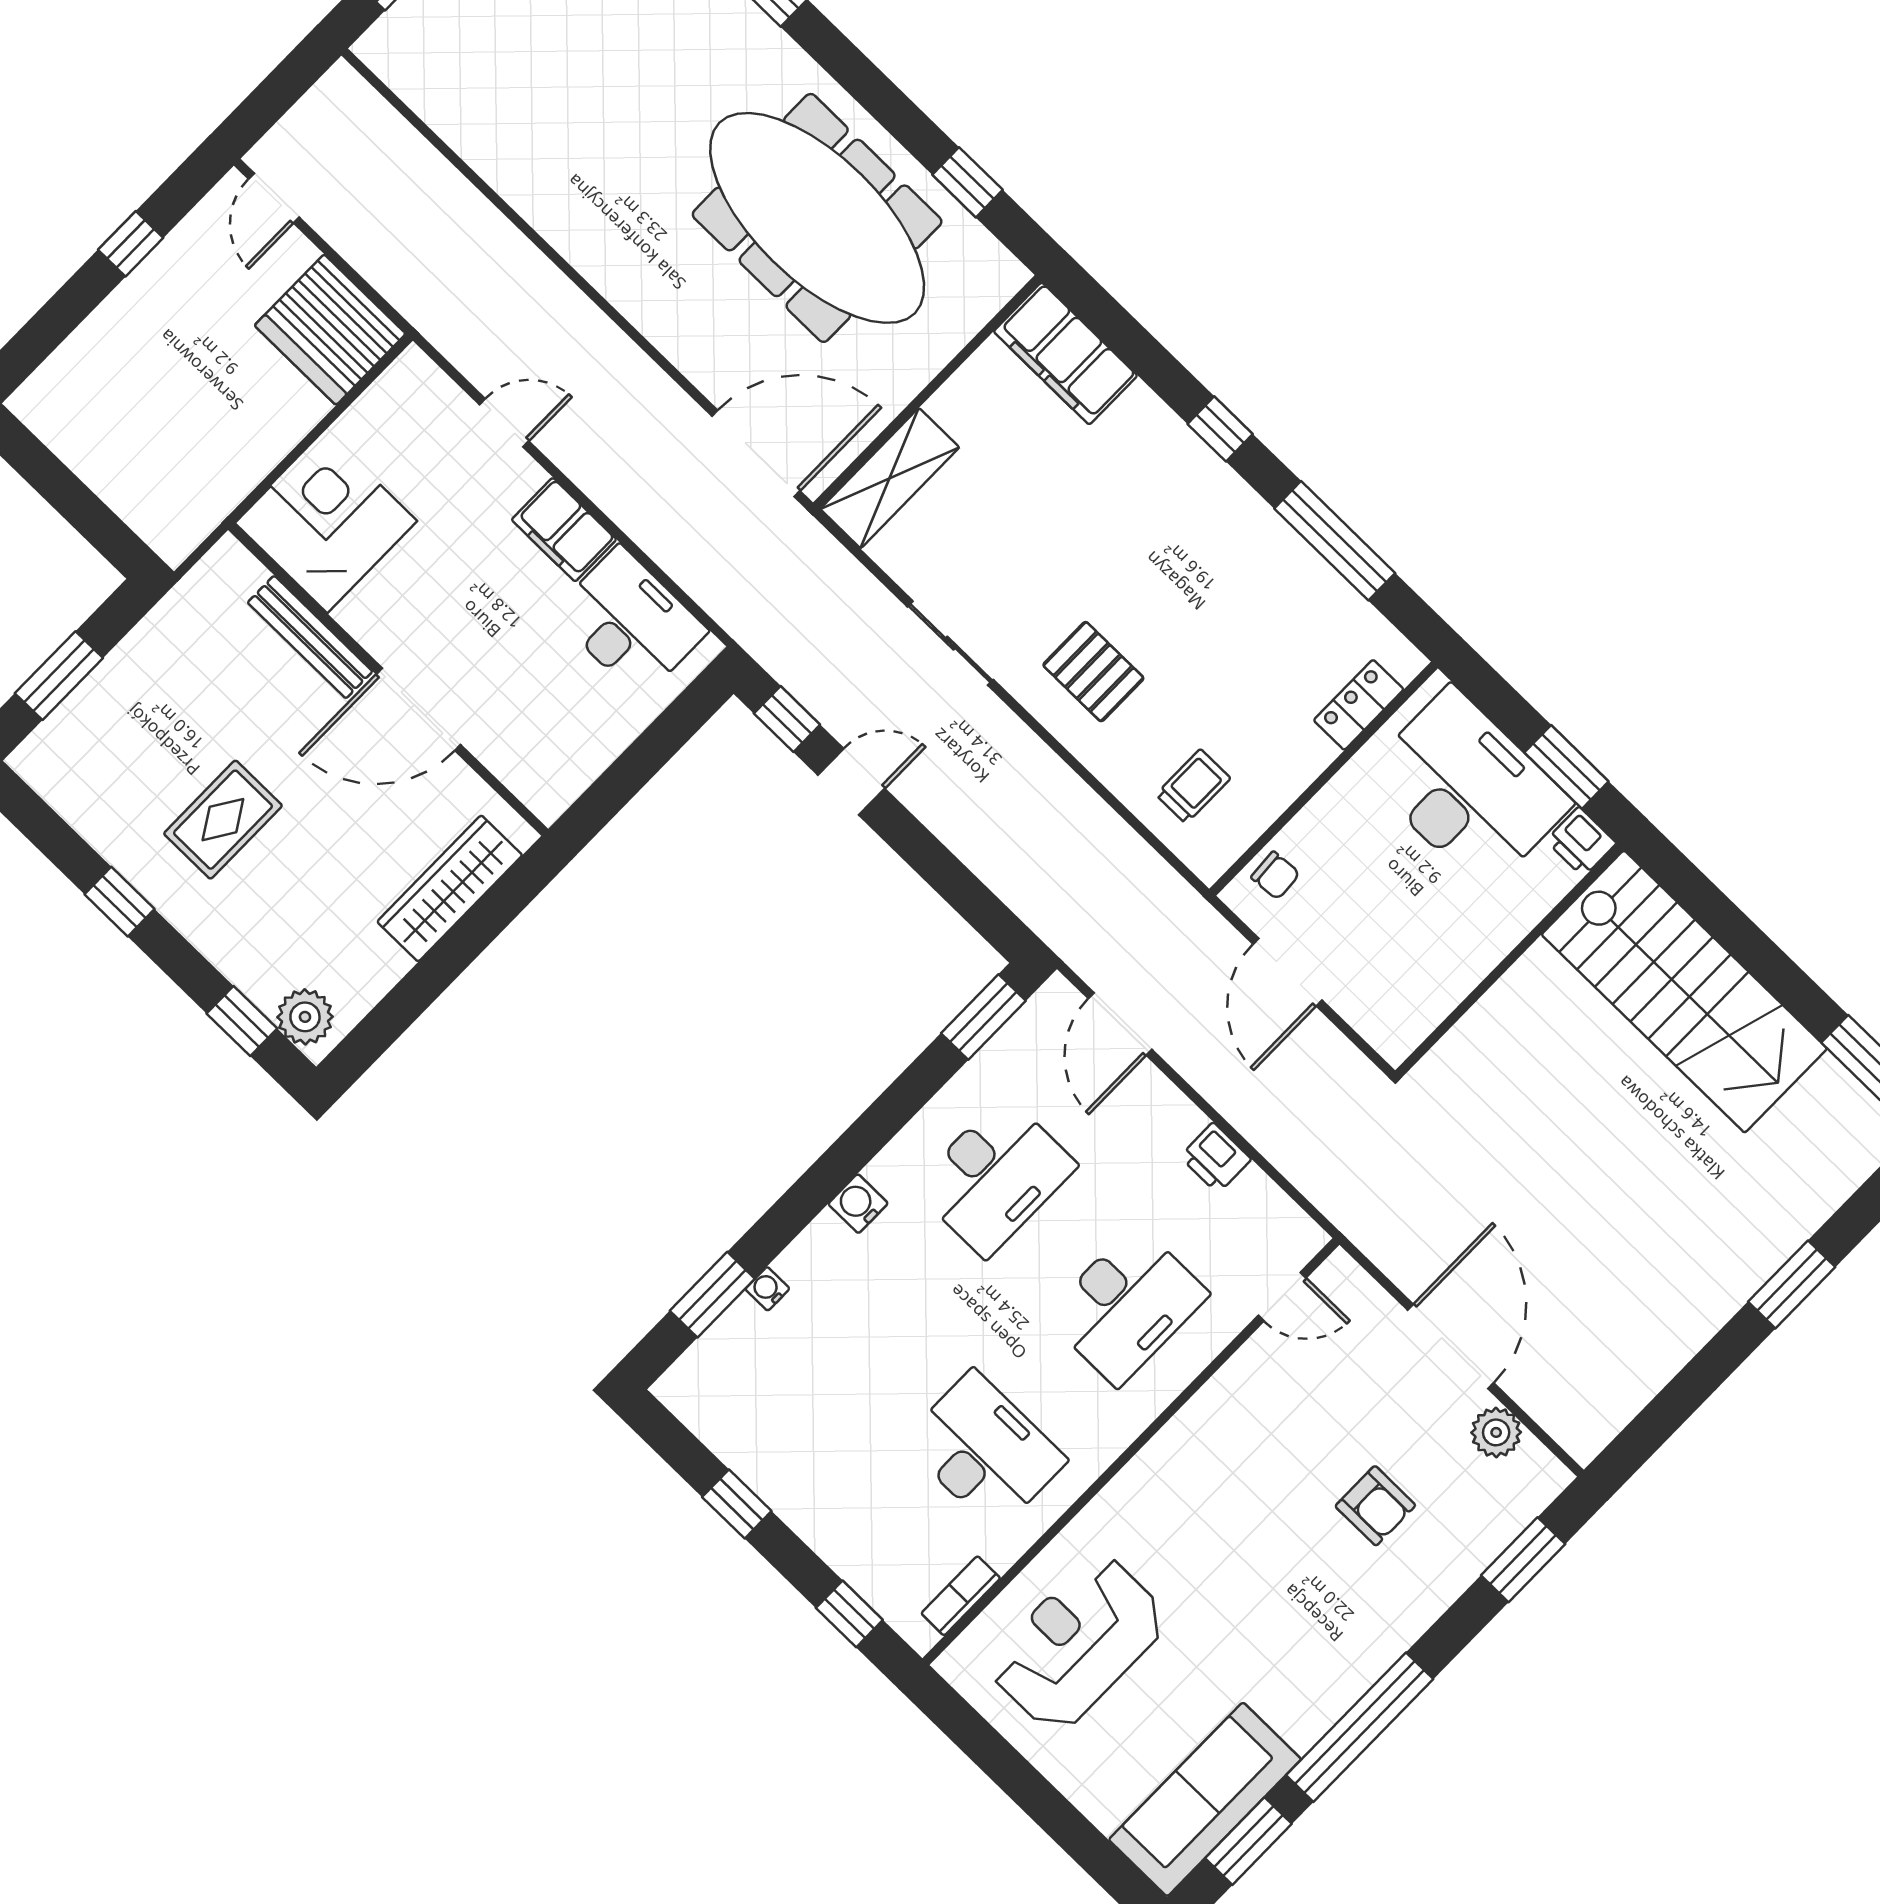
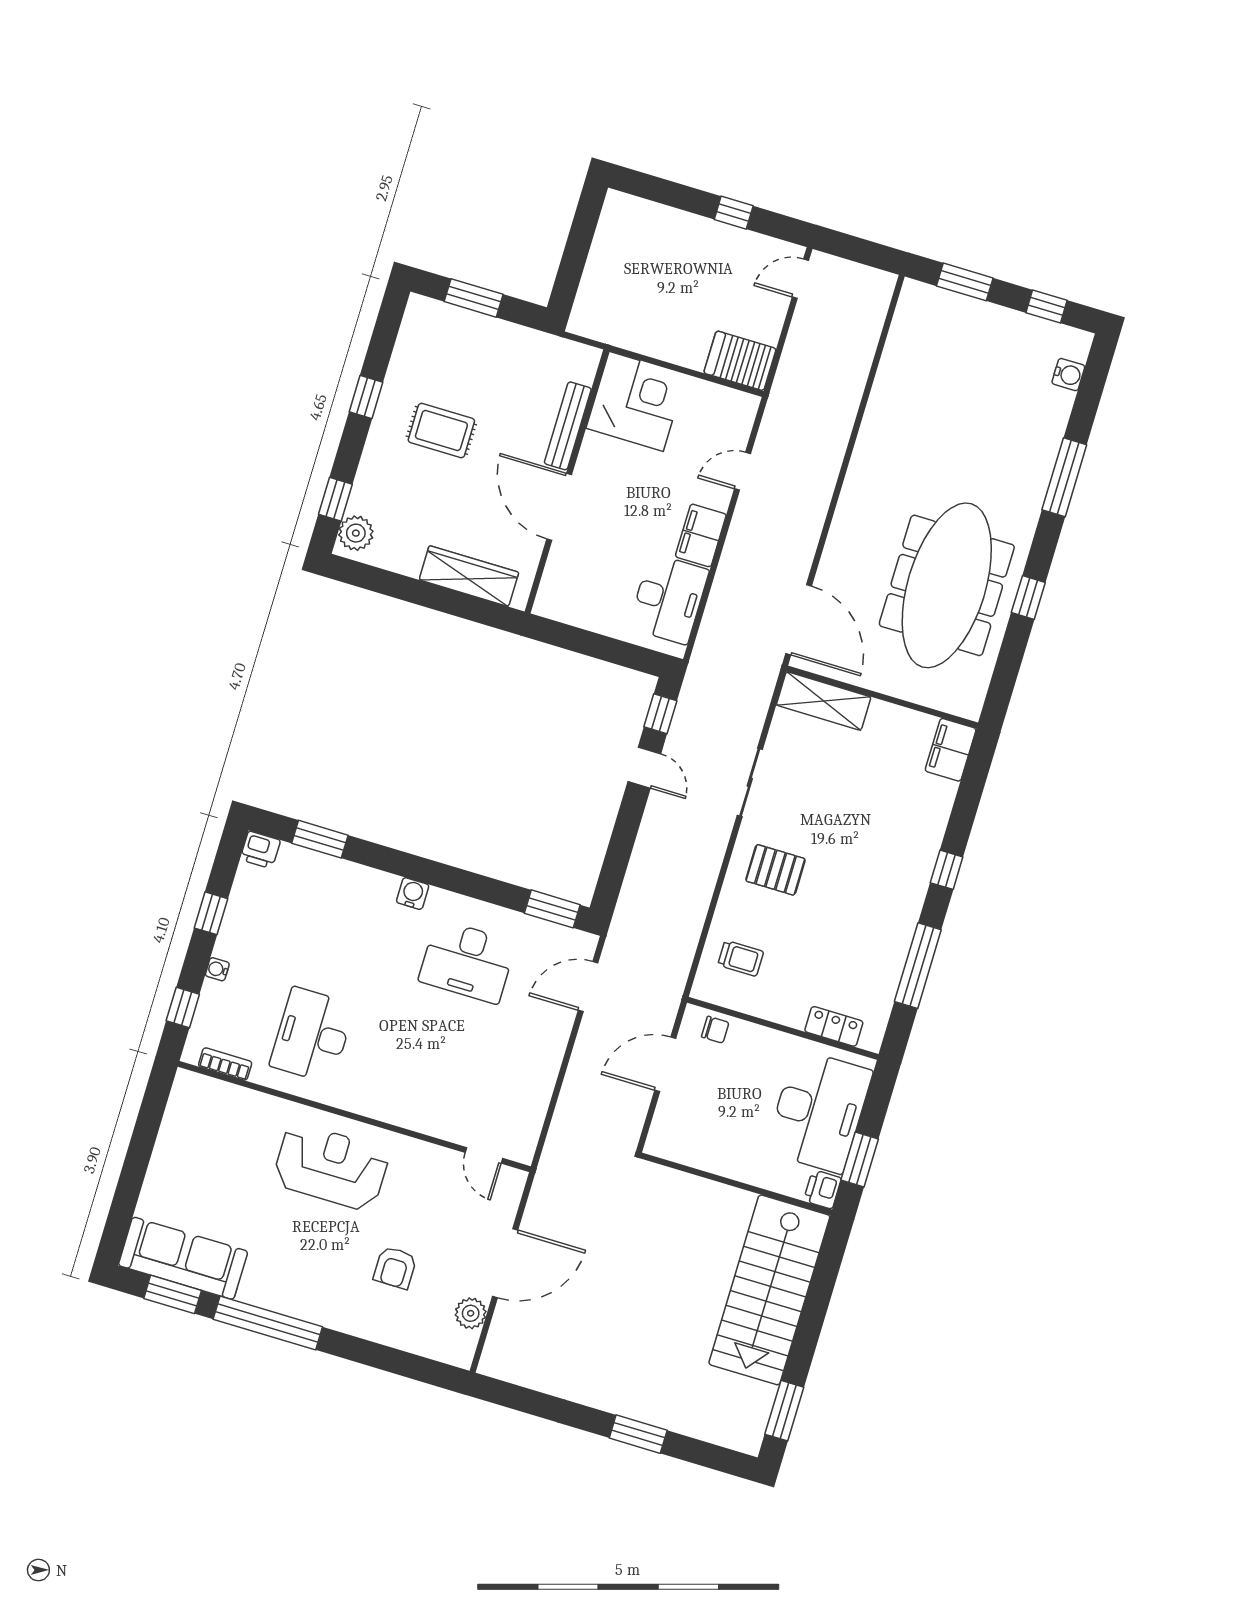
window: (967, 182) -> (1028, 597), moved
server rack: (330, 330) -> (740, 361), width x0.62
filing cabinet: (1065, 353) -> (951, 750), width x0.67, depth x0.86
door: (504, 423) -> (743, 471), swing flipped
pallet: (1093, 672) -> (775, 870), turned 90
chair: (1275, 875) -> (715, 1030), turned -86
printer: (1215, 1158) -> (260, 850), moved, turned -90
water cooler: (767, 1289) -> (217, 969), moved, turned -90
desk: (1127, 1305) -> (434, 1072), removed
desk: (985, 1451) -> (312, 1035), turned 180
window: (1523, 1560) -> (408, 1365), removed
reception desk: (1078, 1643) -> (331, 1167), moved

